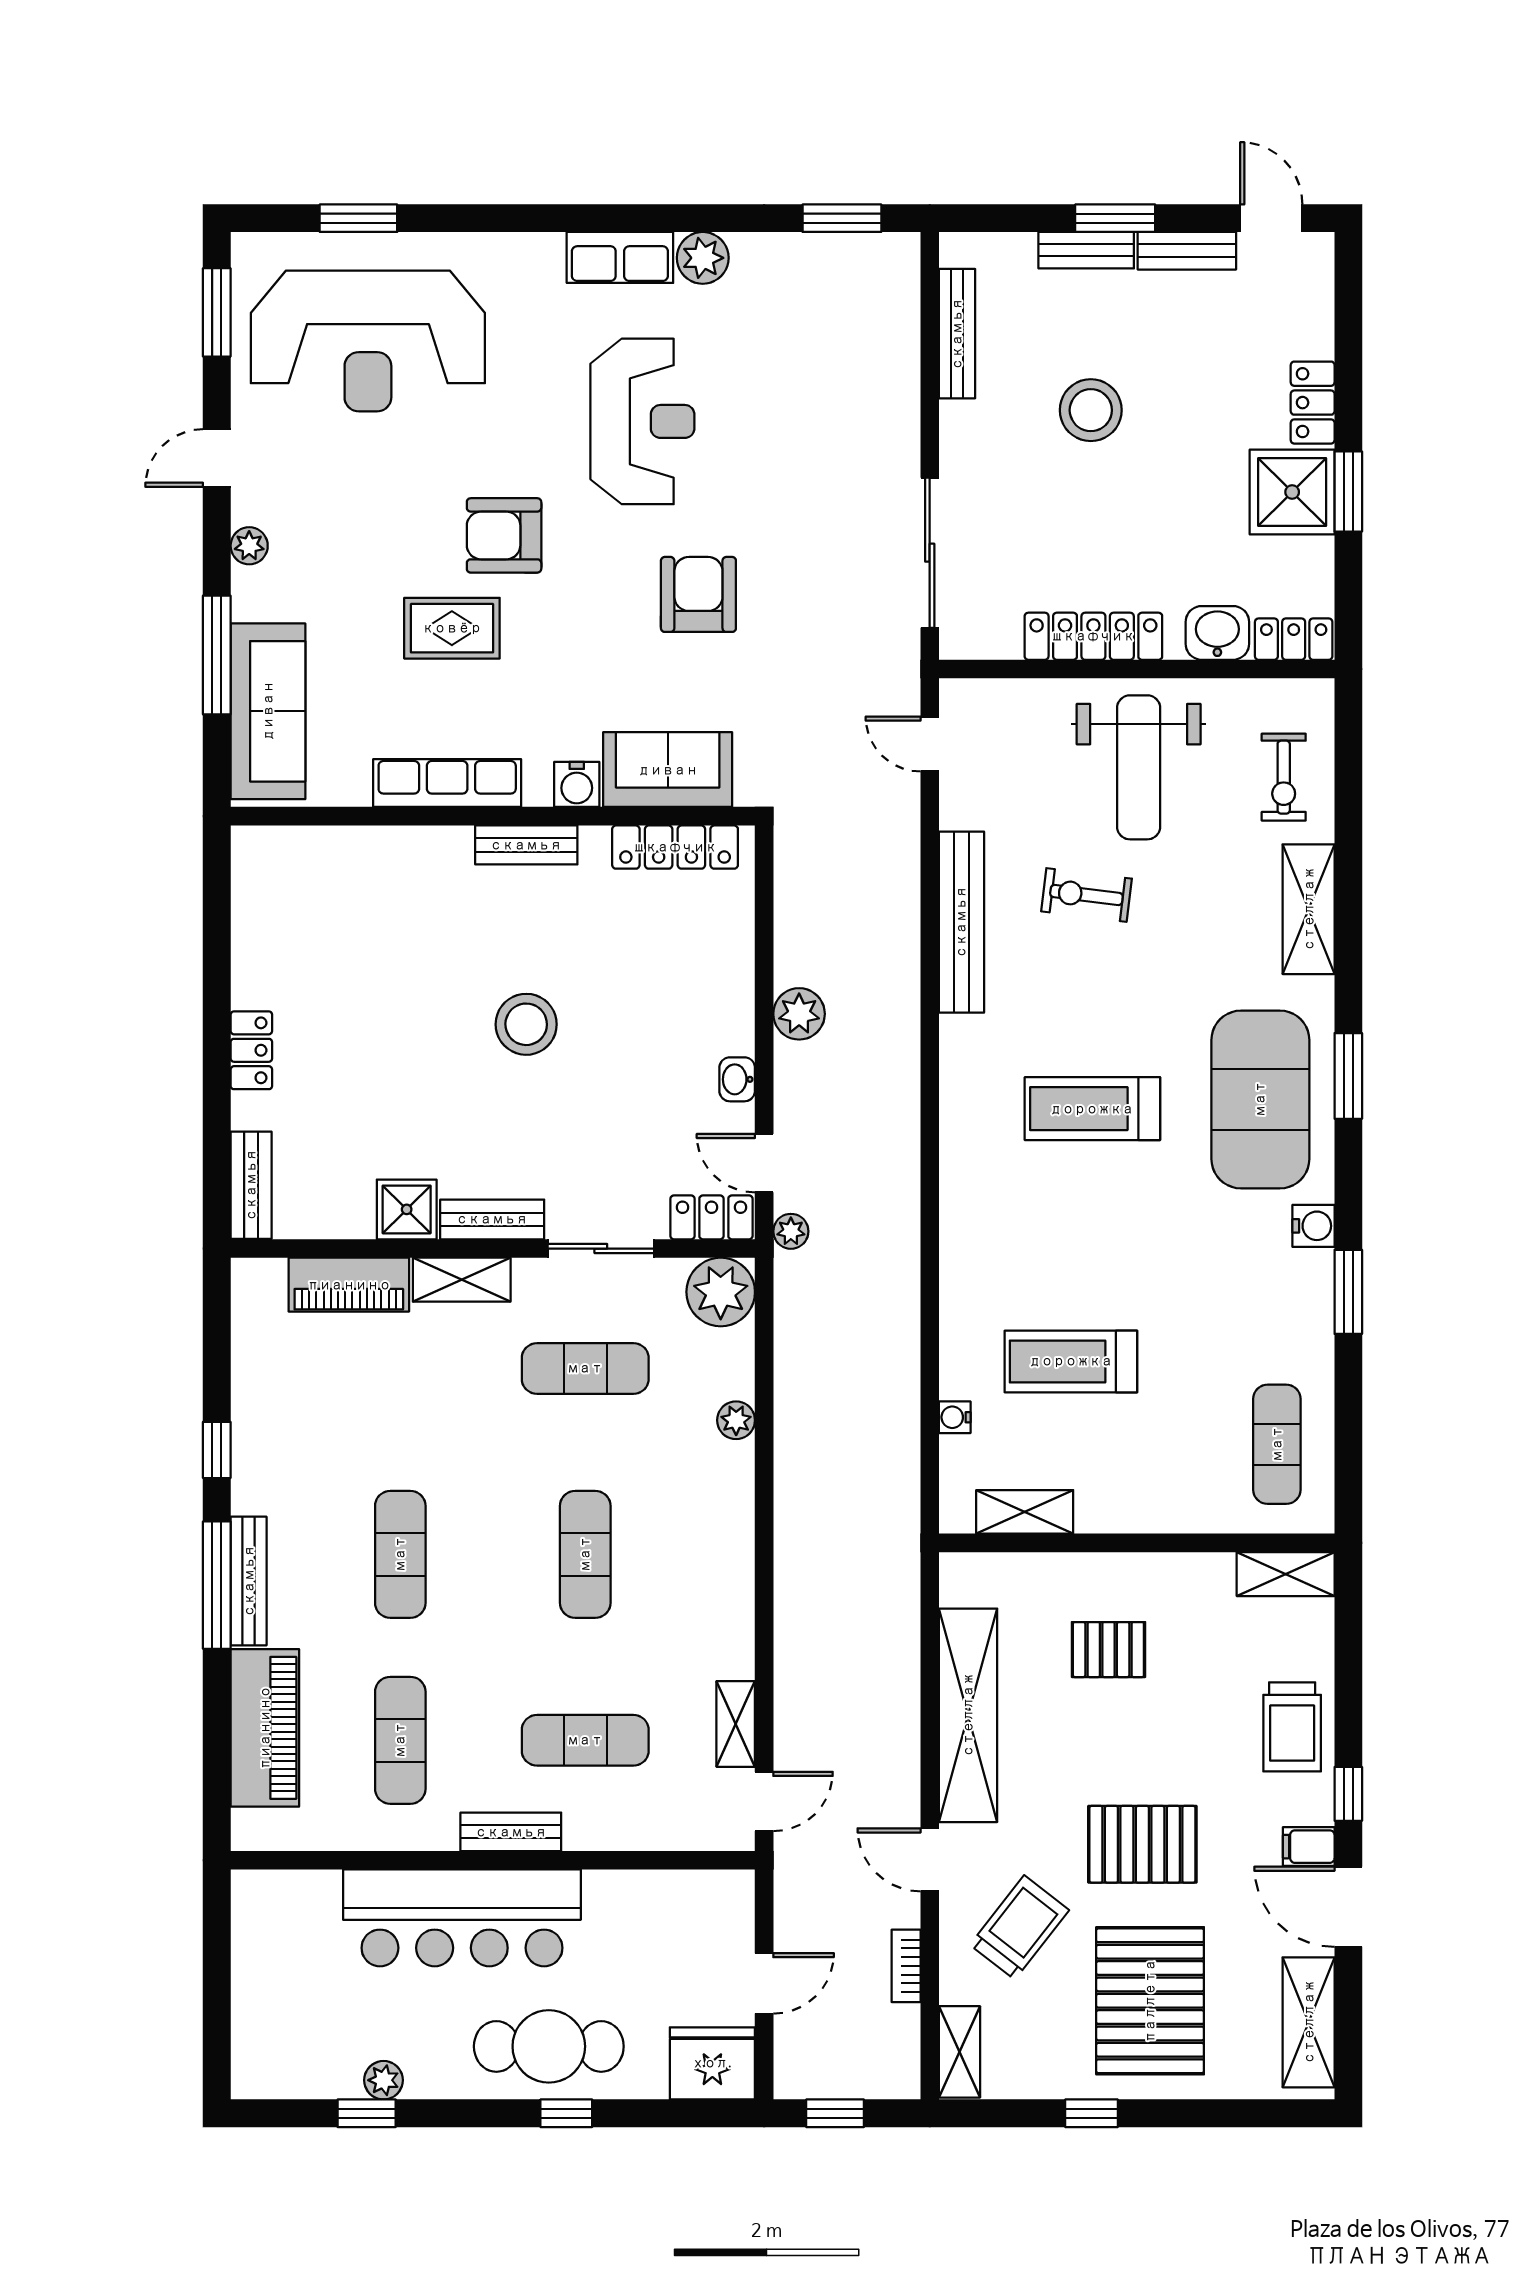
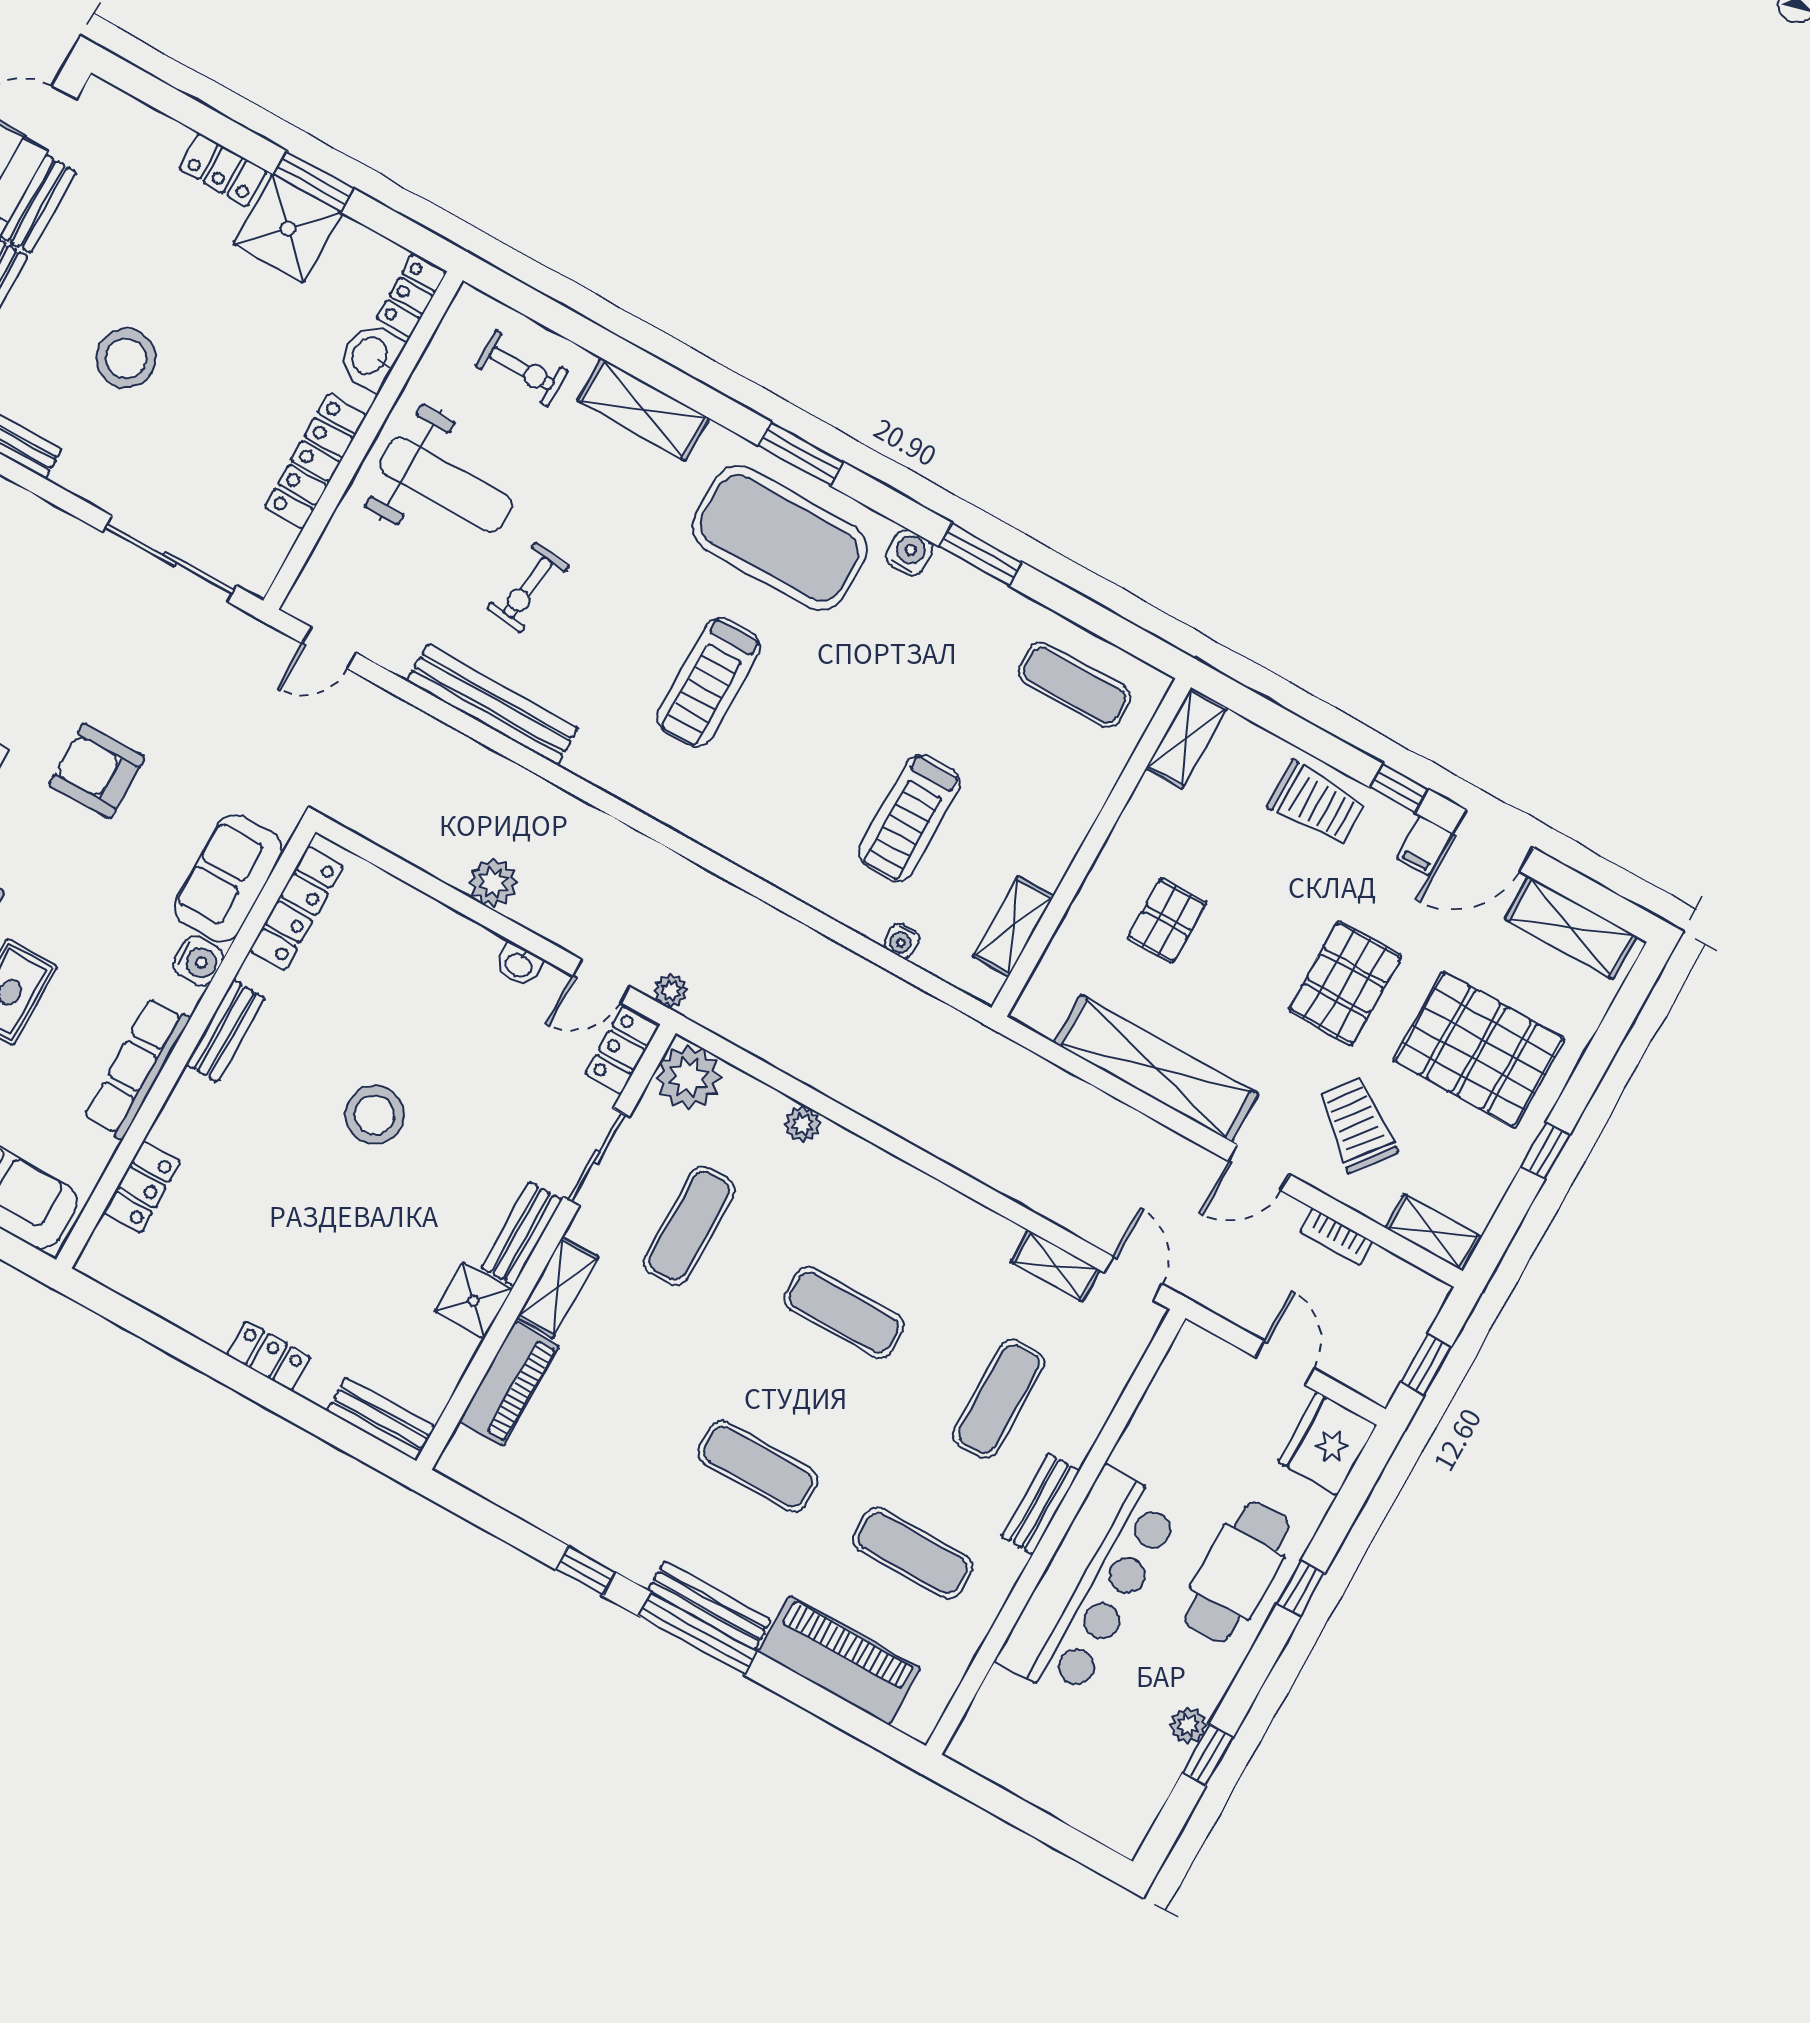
locker: (341, 848) -> (142, 1187), added

